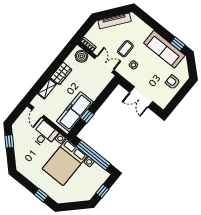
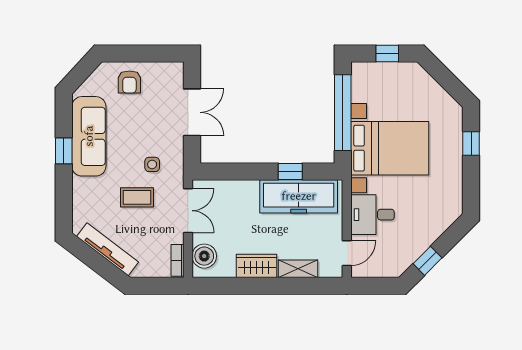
window: (178, 44) -> (64, 151), moved
double door: (104, 64) -> (188, 211), swing flipped

